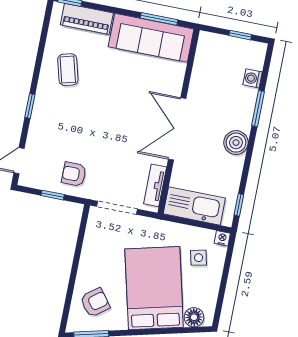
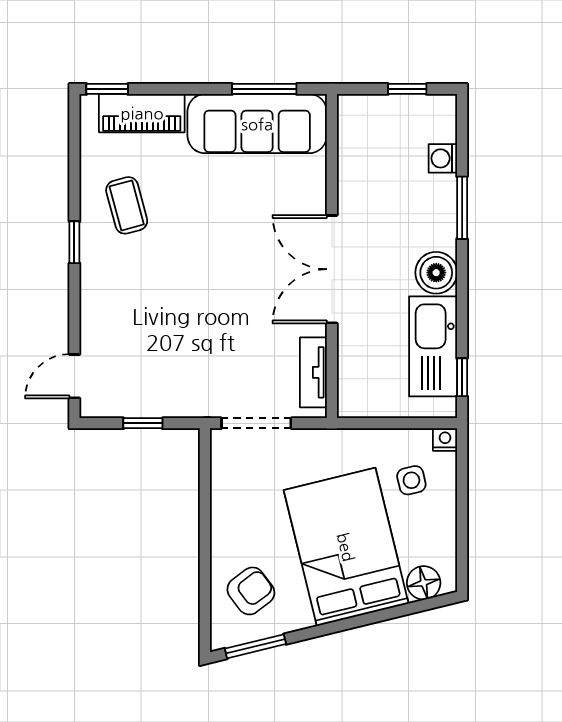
window: (30, 106) -> (74, 242), moved
armchair: (74, 174) -> (172, 380), removed
kitchen sink: (194, 206) -> (433, 346), moved, turned -90

